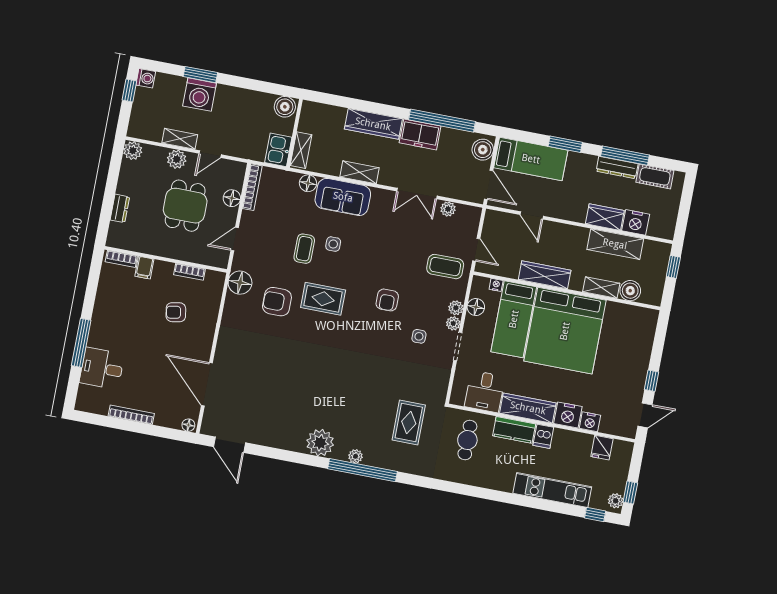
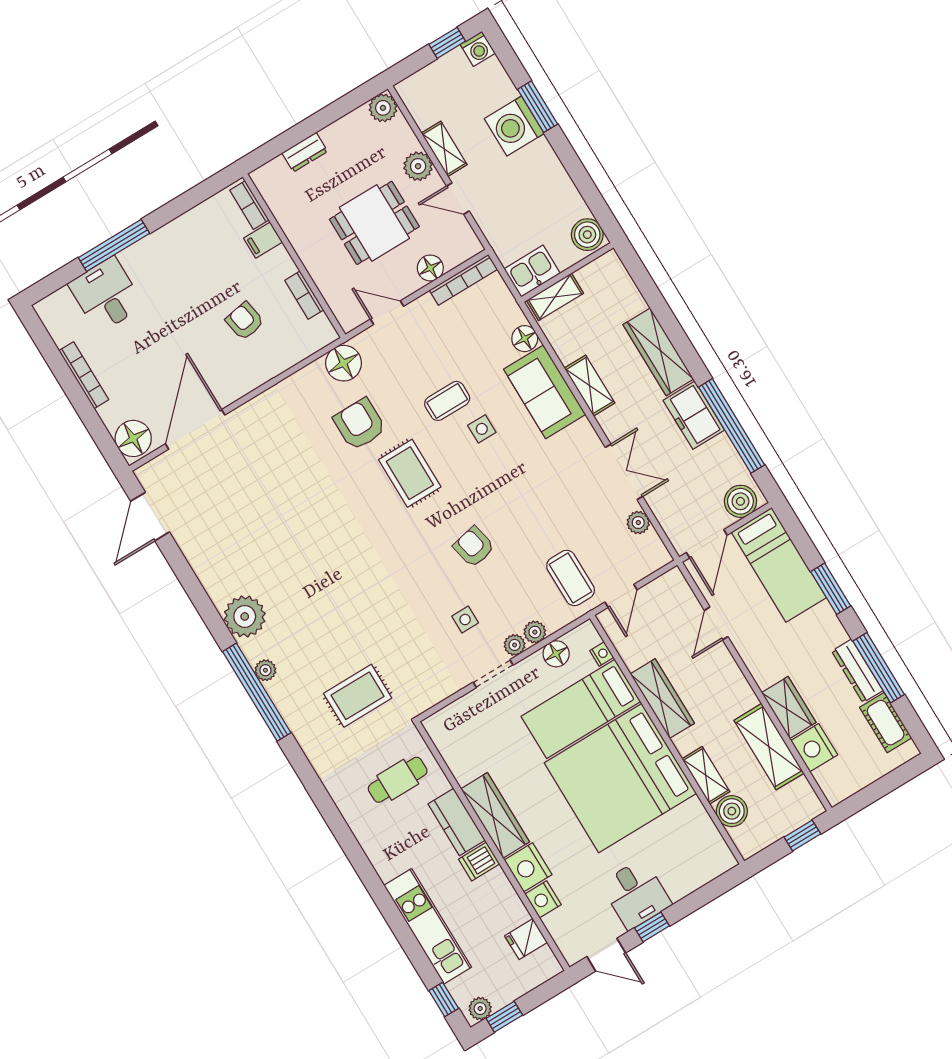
double door: (417, 194) -> (624, 472), swing flipped
armchair: (387, 300) -> (474, 547), turned 78
desk: (485, 391) -> (636, 894), moved, turned -90
floor lamp: (188, 425) -> (133, 438), width x1.89, depth x1.89

